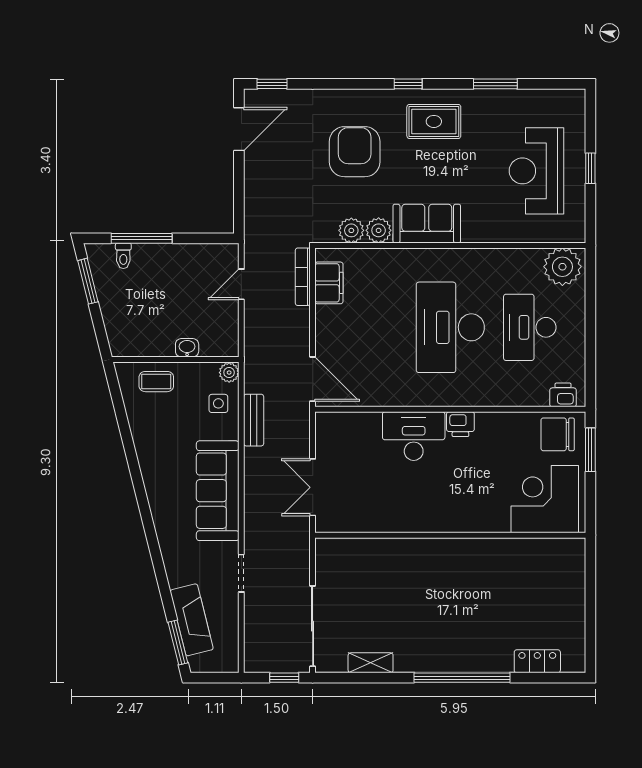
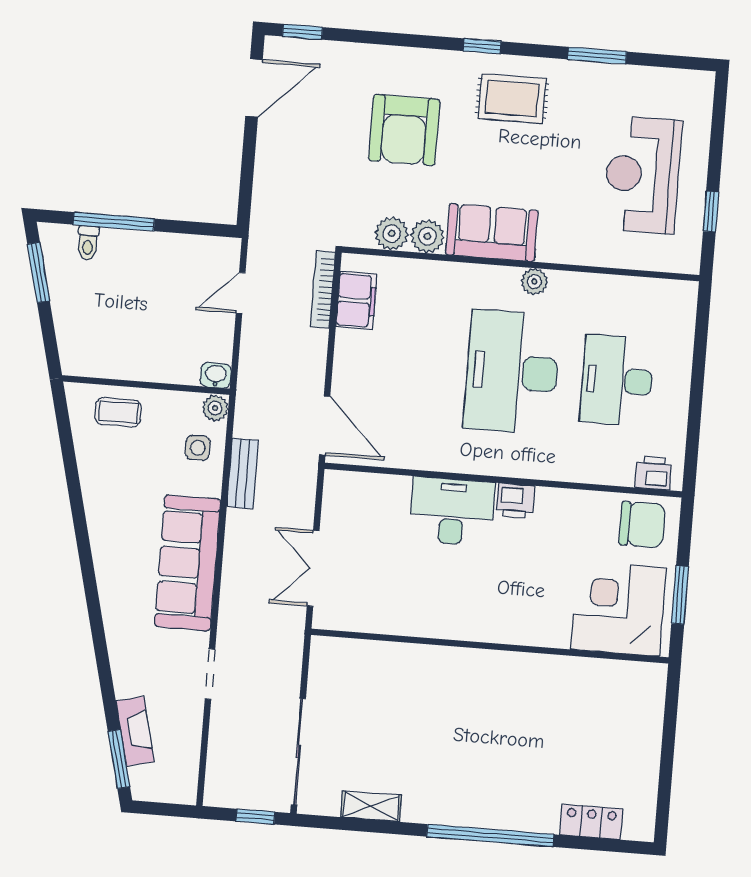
armchair: (355, 152) -> (404, 130), turned 180
window: (590, 168) -> (711, 212), moved
plant: (562, 267) -> (534, 282), moved, width x0.53, depth x0.53
washbasin: (187, 348) -> (216, 375), moved
chair: (558, 434) -> (642, 525), turned 180
window: (590, 450) -> (680, 595), moved
fireplace: (192, 620) -> (135, 731), width x0.73, depth x0.76

